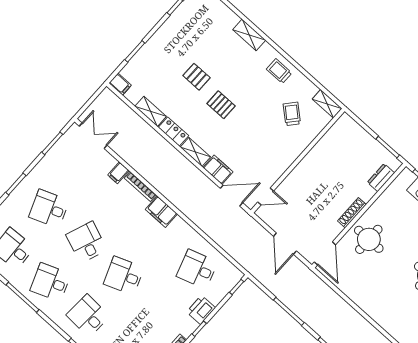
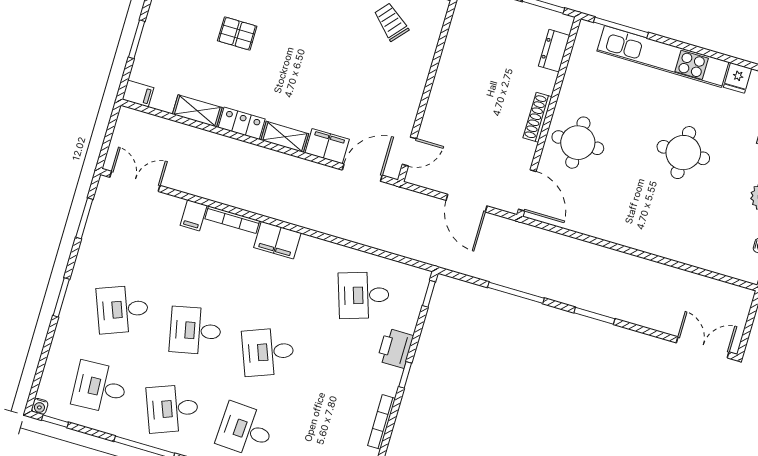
pallet: (221, 105) -> (289, 56), removed
desk: (86, 242) -> (195, 331), turned -33

